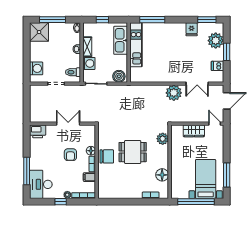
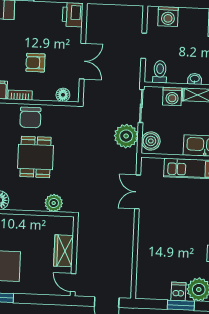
dishwasher: (217, 66) -> (178, 291), moved
double door: (197, 84) -> (138, 192), moved
plant: (174, 93) -> (126, 136), moved
door: (215, 124) -> (73, 283), swing flipped
floor lamp: (91, 151) -> (63, 95), moved

